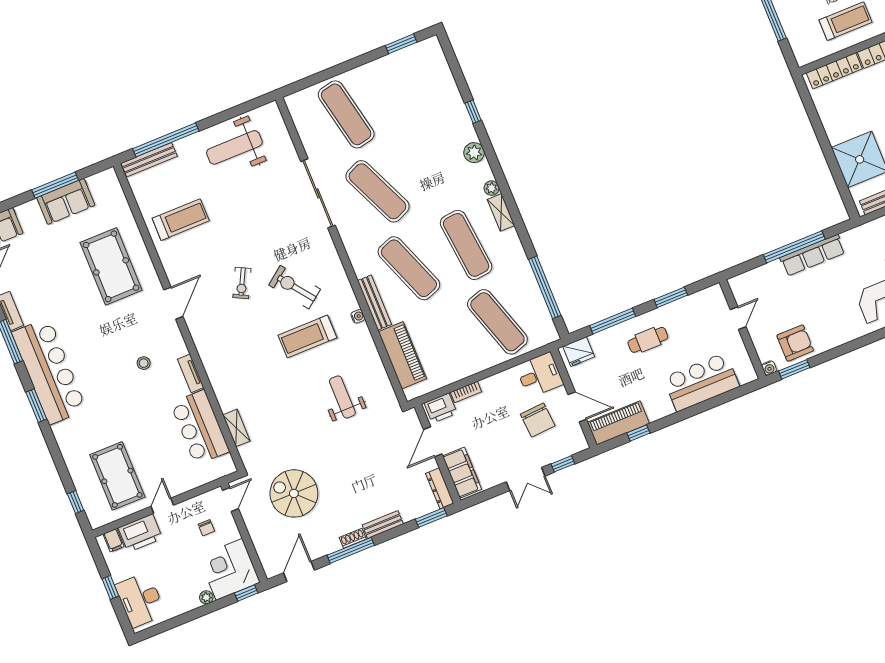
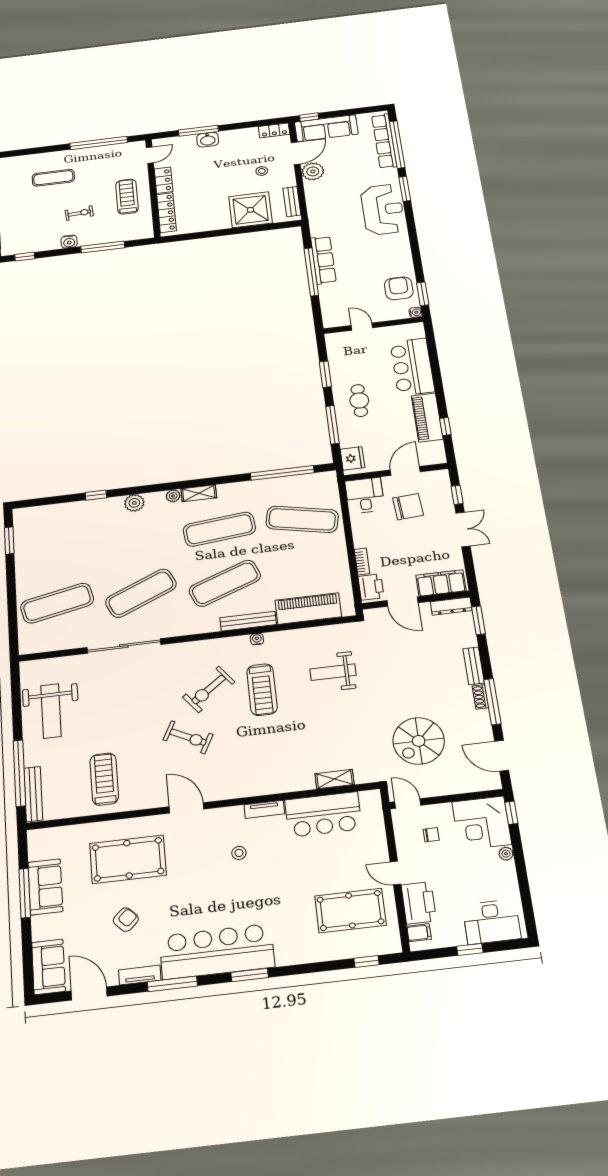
armchair: (56, 283) -> (126, 920), added
exercise bike: (242, 283) -> (188, 737), width x1.38, depth x1.39
exercise mat: (497, 322) -> (302, 519), turned 30
piano: (618, 423) -> (427, 417), moved

